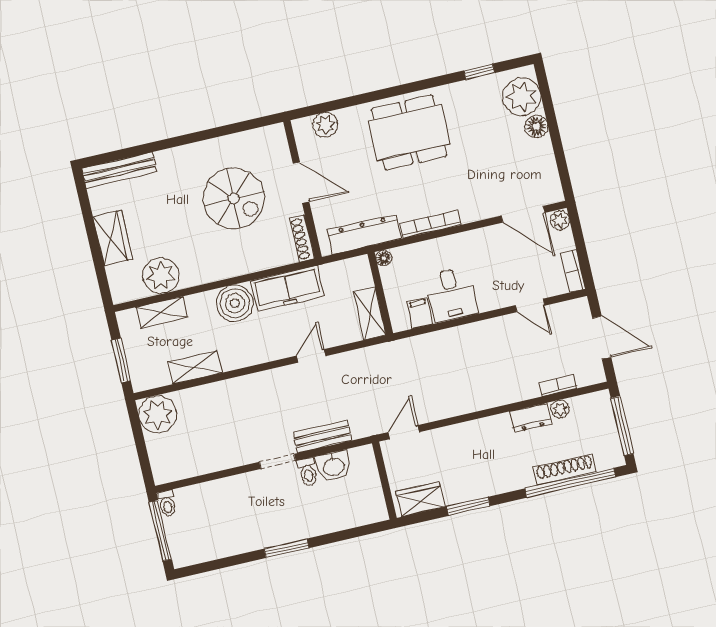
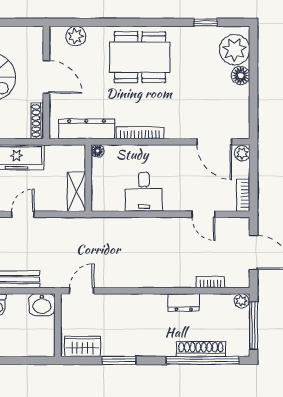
filing cabinet: (420, 313) -> (116, 200), removed
plant: (560, 409) -> (242, 301), moved
washbasin: (334, 466) -> (42, 305), moved

